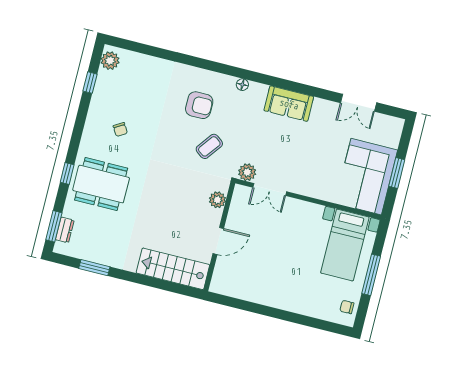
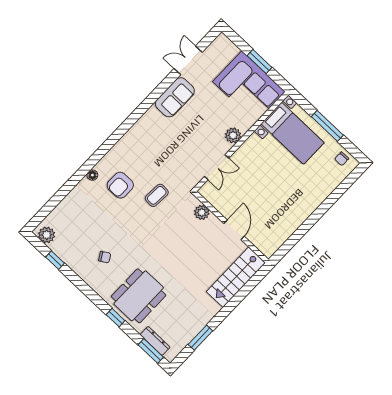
floor lamp: (242, 85) -> (92, 175), moved
double door: (359, 103) -> (188, 60), swing flipped
sofa: (289, 104) -> (175, 97), moved
armchair: (199, 105) -> (120, 185), turned 180
coffee table: (209, 146) -> (157, 195), turned 56
plant: (247, 172) -> (233, 135), moved
dresser: (65, 230) -> (155, 341), width x1.44

